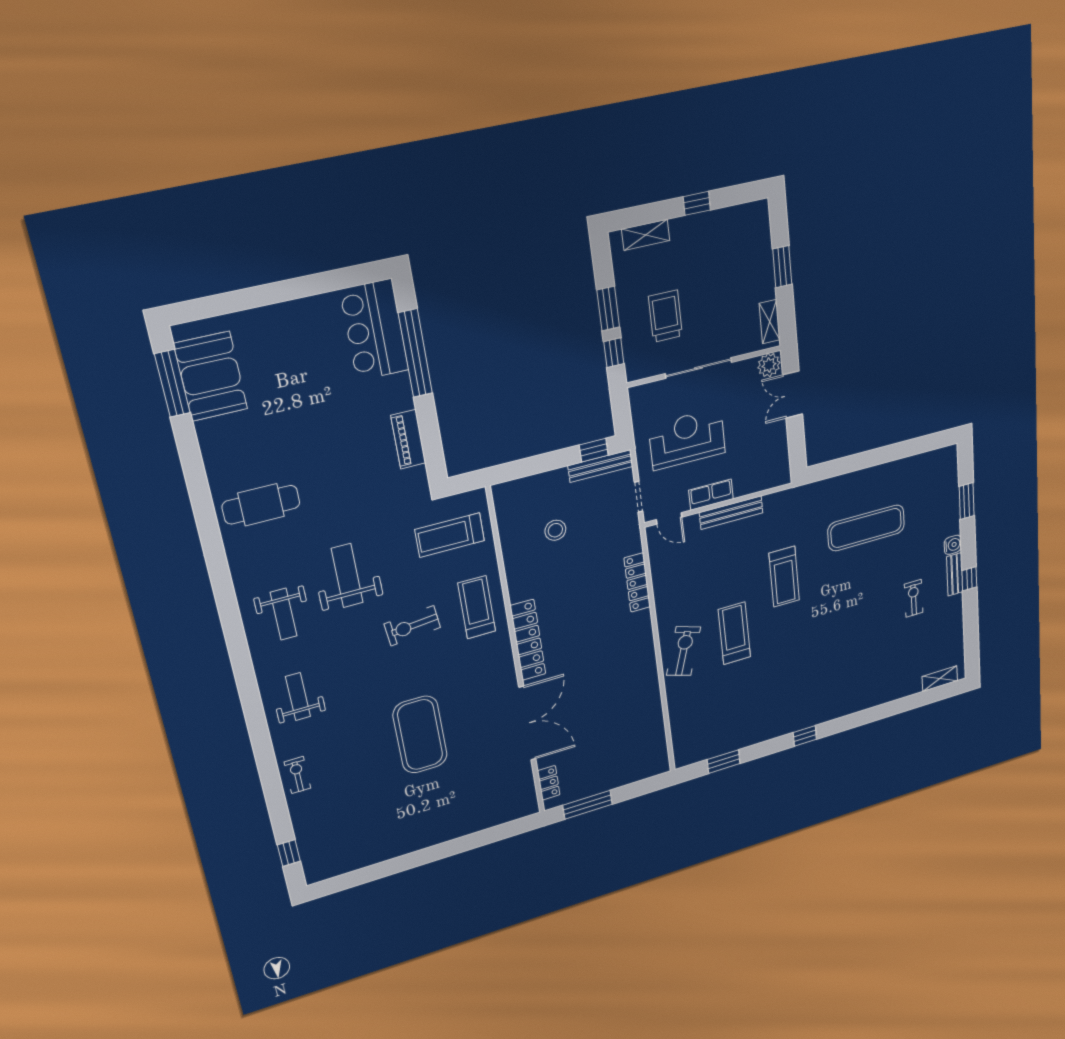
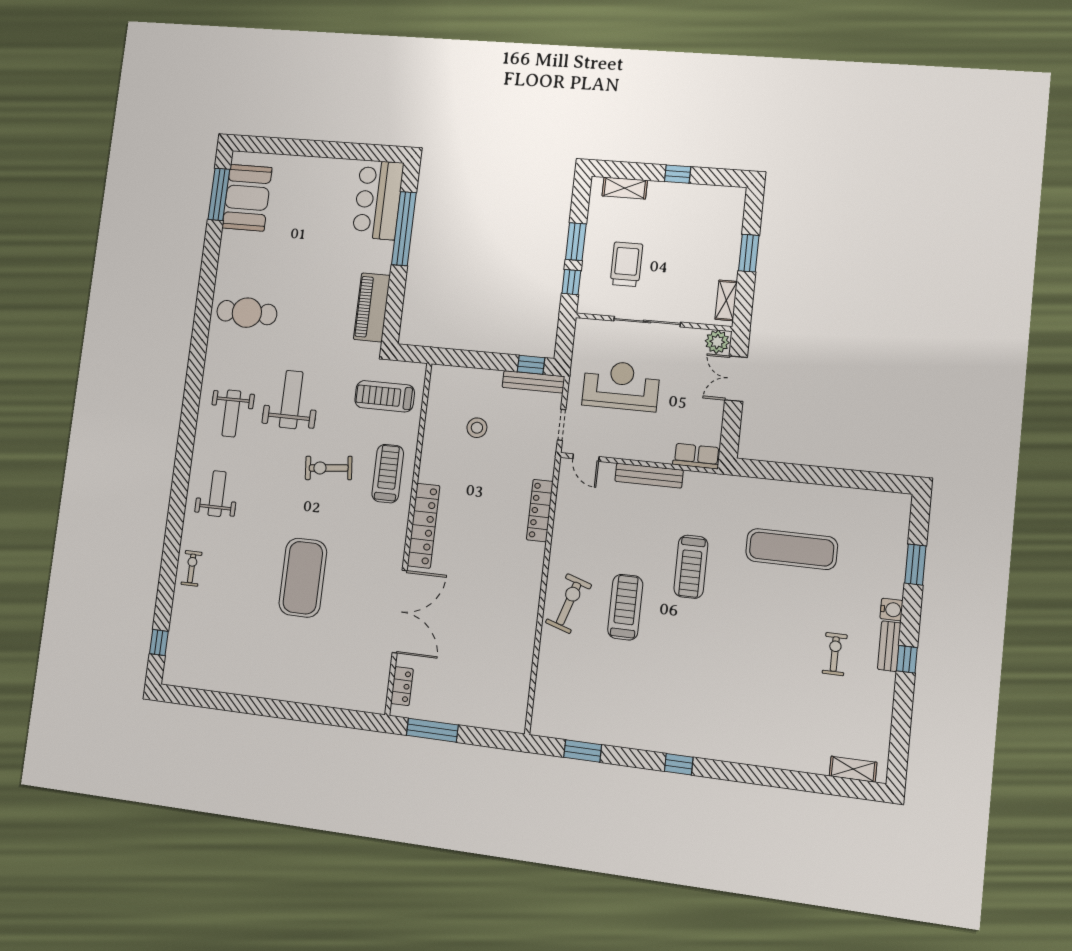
piano: (408, 439) -> (372, 307), width x1.37, depth x1.33
row of seats: (711, 495) -> (696, 456), moved

